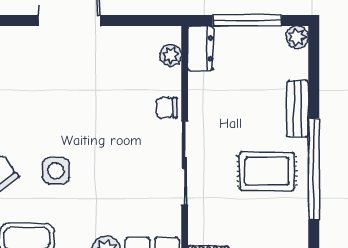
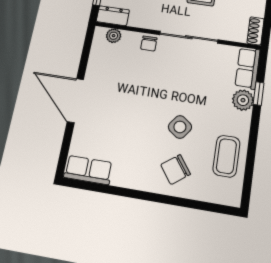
side table: (56, 171) -> (180, 127), turned 36

